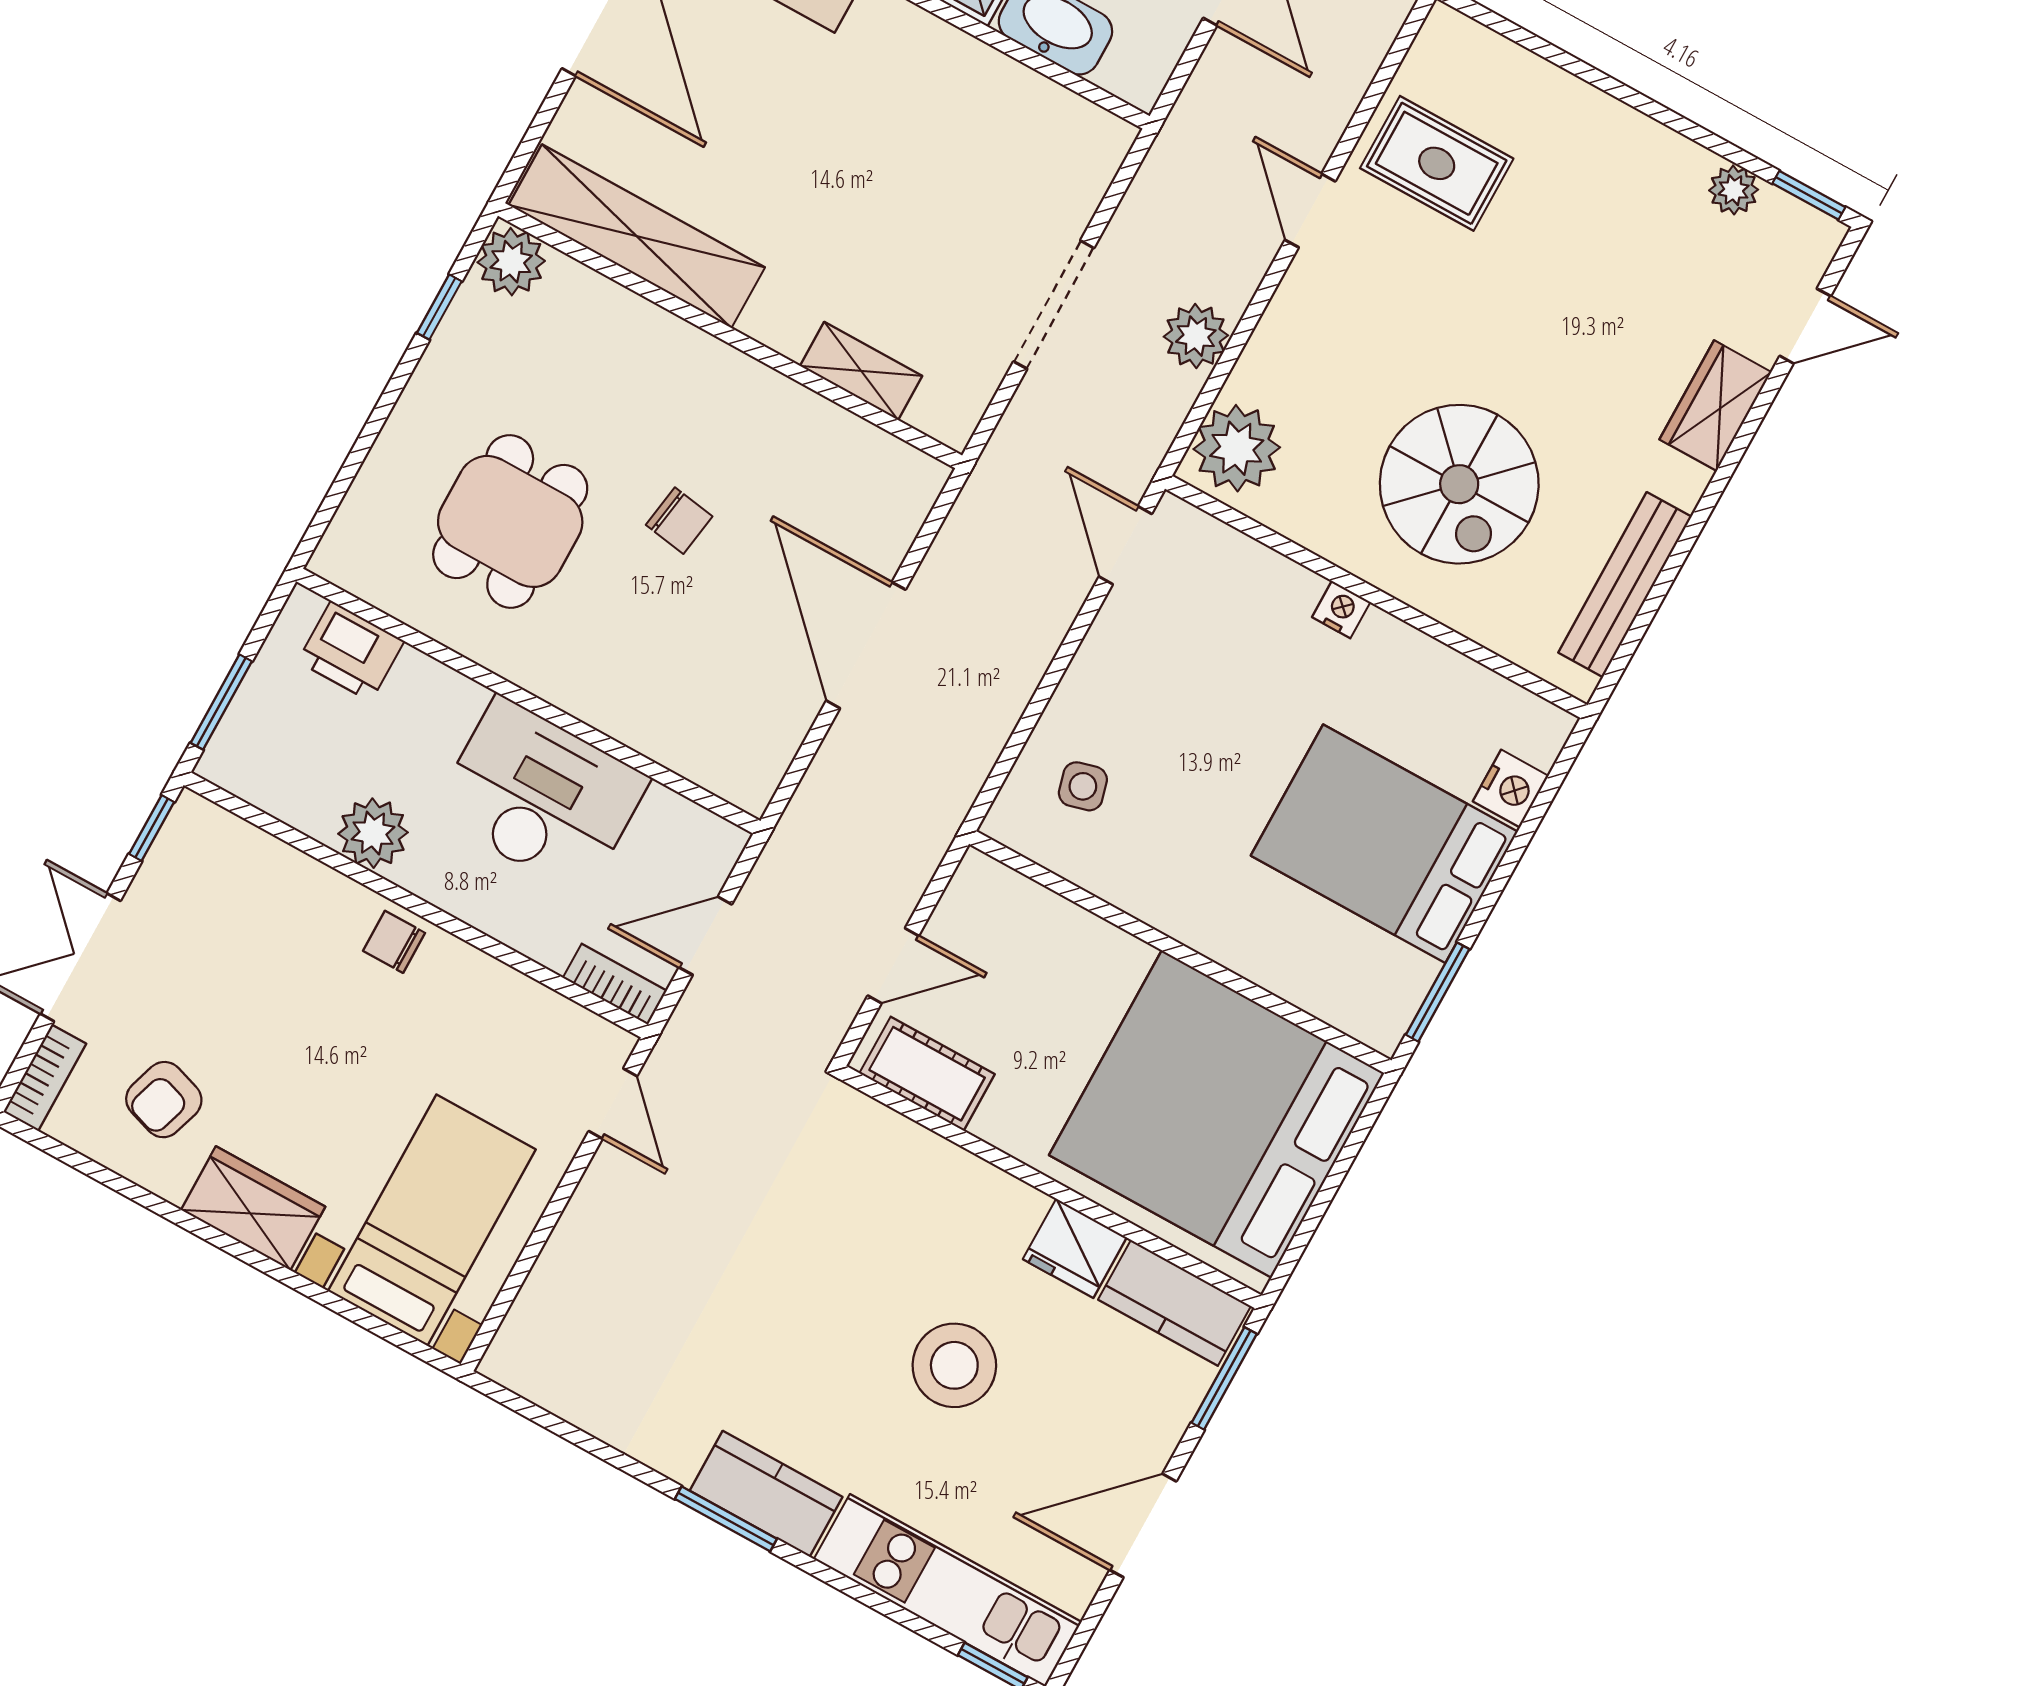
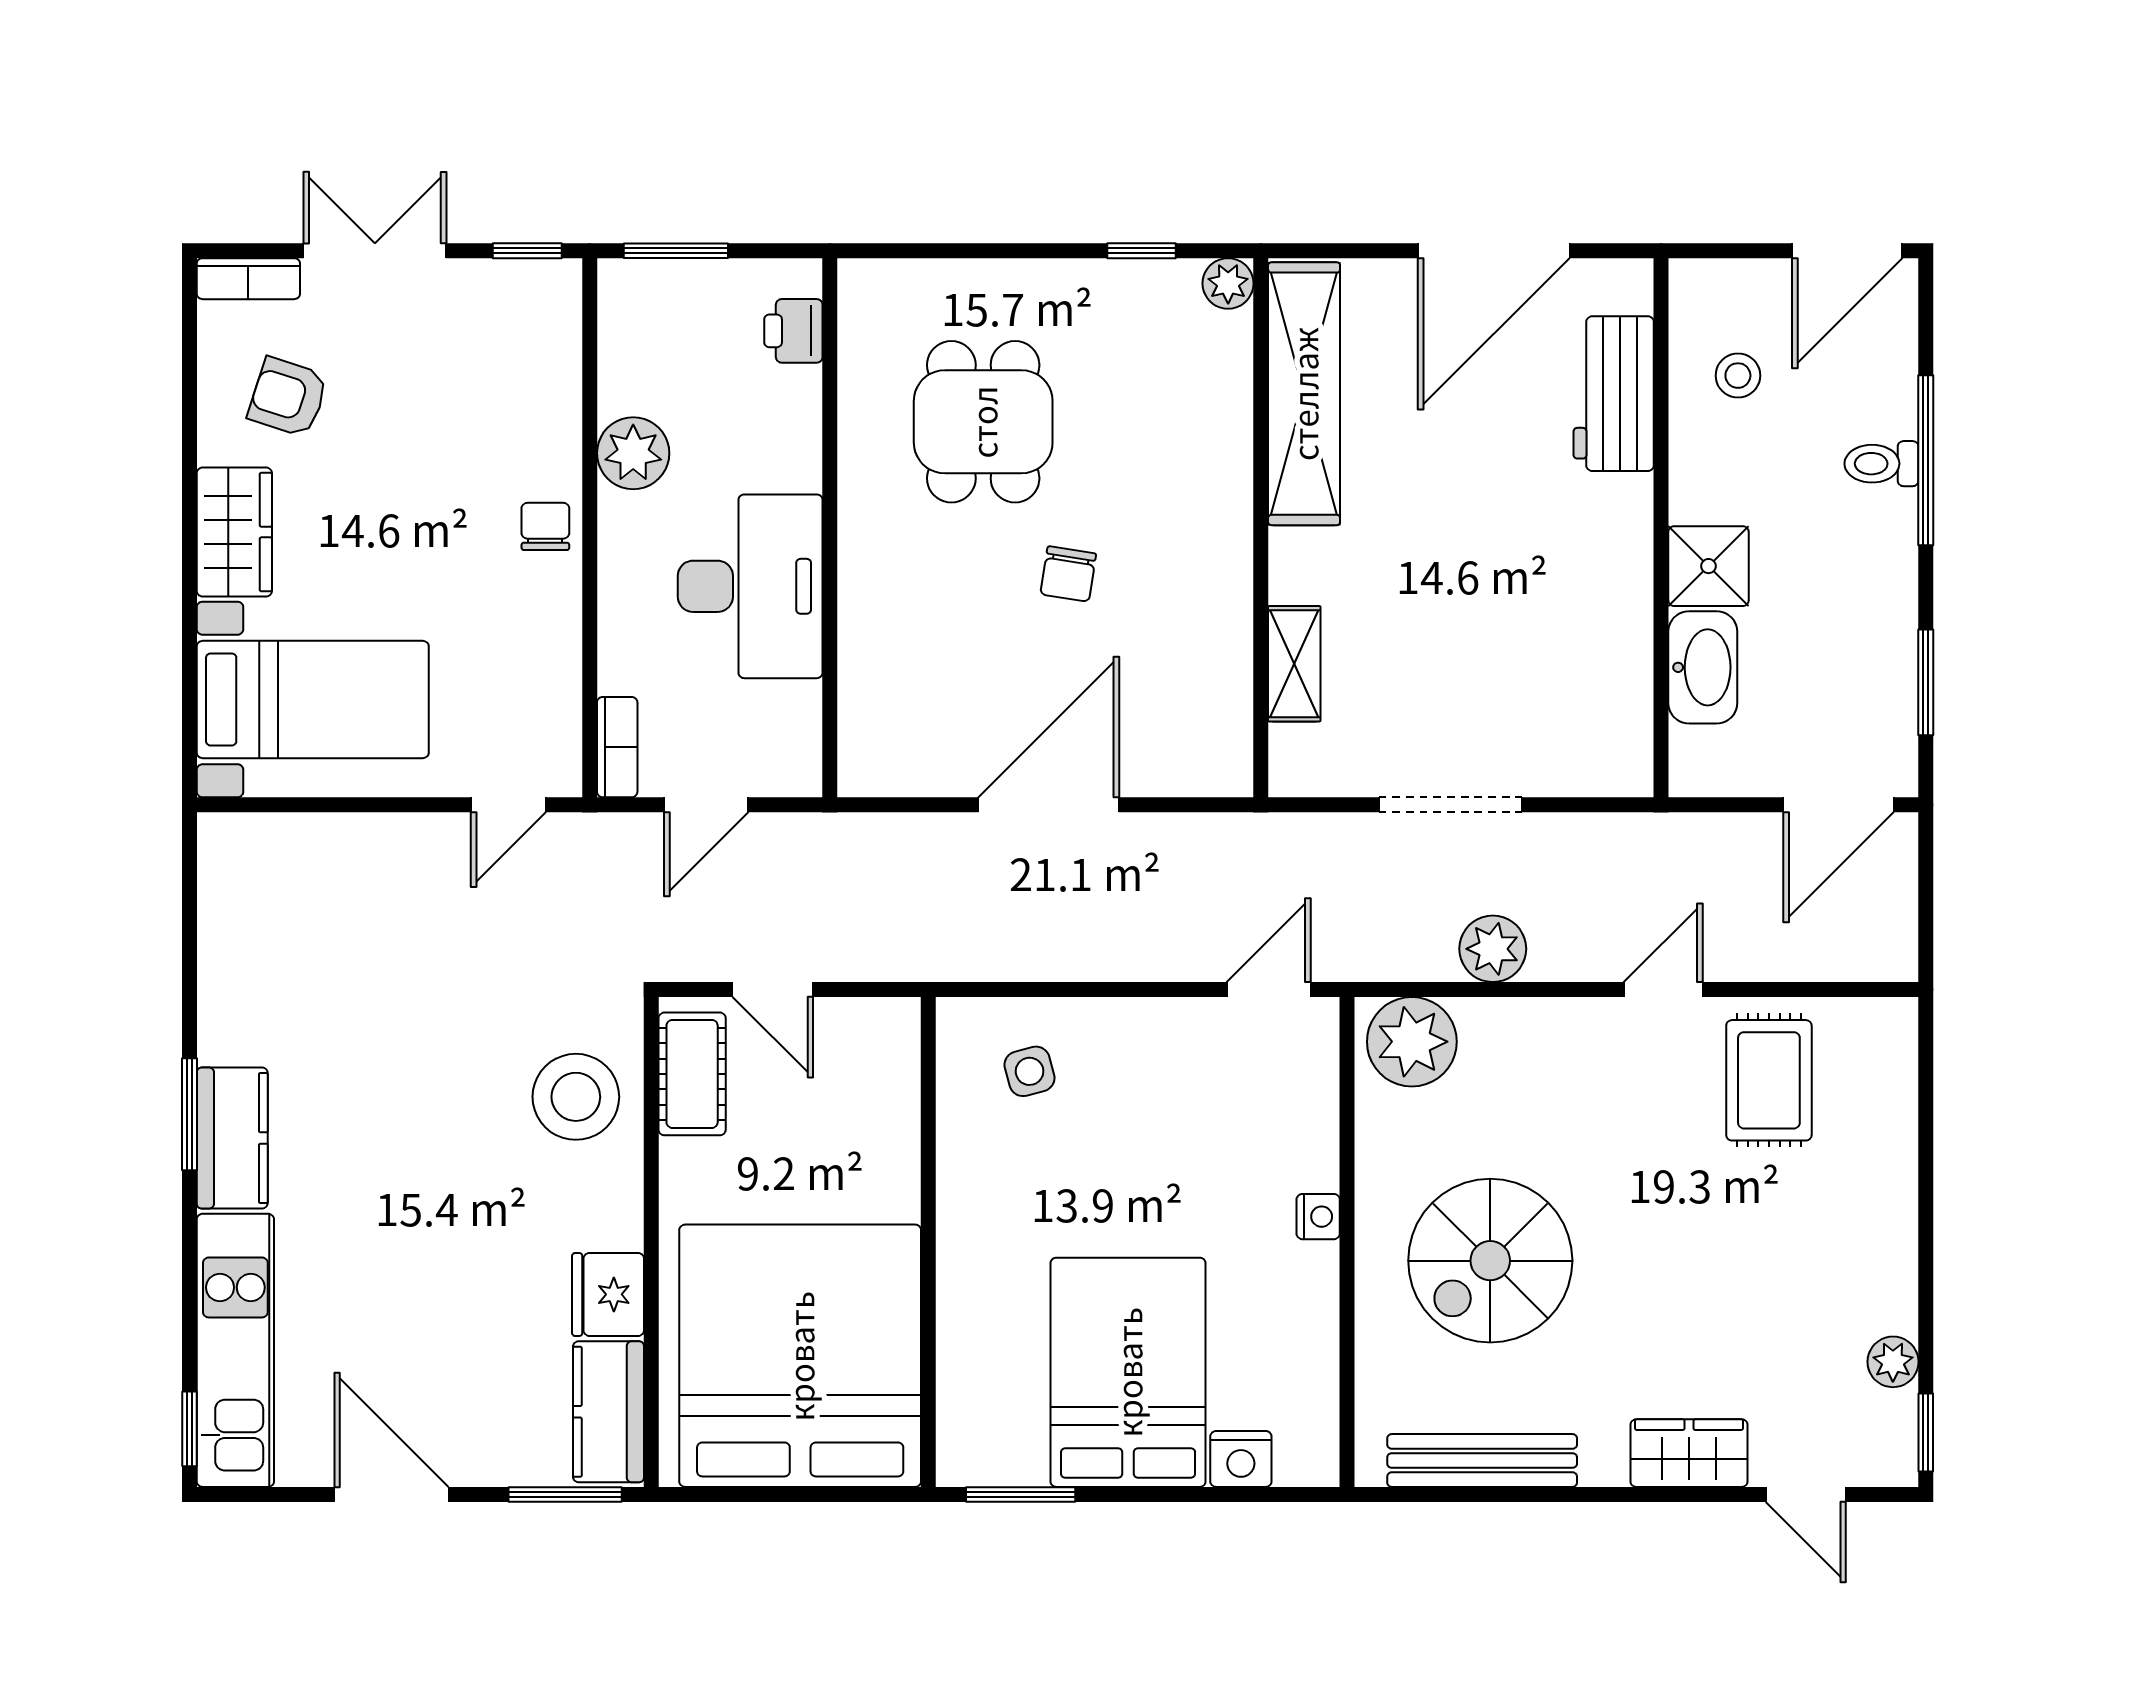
plant: (511, 262) -> (1228, 283), width x0.73, depth x0.73
dining table: (510, 521) -> (983, 422), turned 90
printer: (351, 651) -> (793, 331), width x0.73, depth x0.81
door: (705, 936) -> (706, 805), swing flipped
stool: (954, 1365) -> (576, 1097), moved

